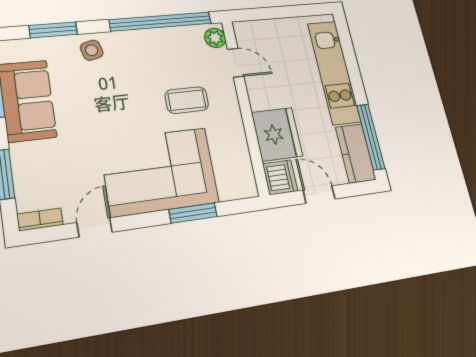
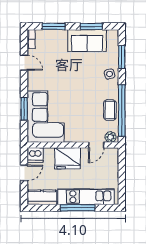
coffee table: (187, 100) -> (110, 110), moved
fridge: (277, 134) -> (67, 158), moved
window: (371, 137) -> (78, 208), moved
corner sofa: (159, 172) -> (46, 117), moved

